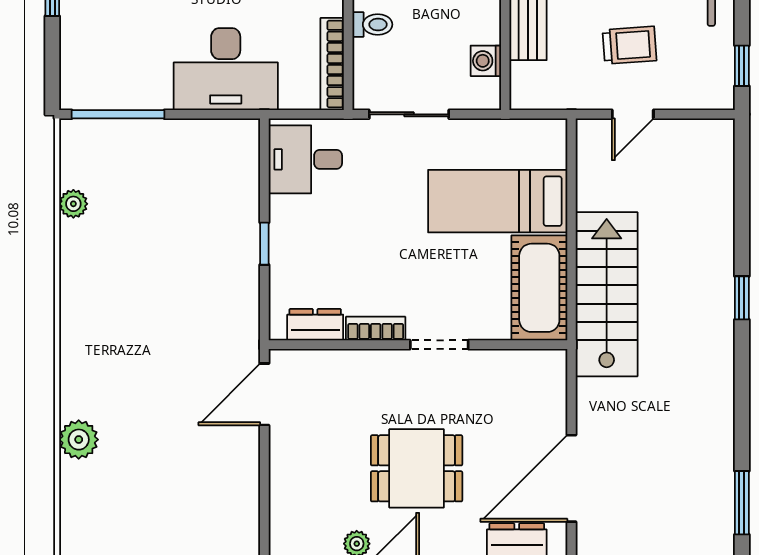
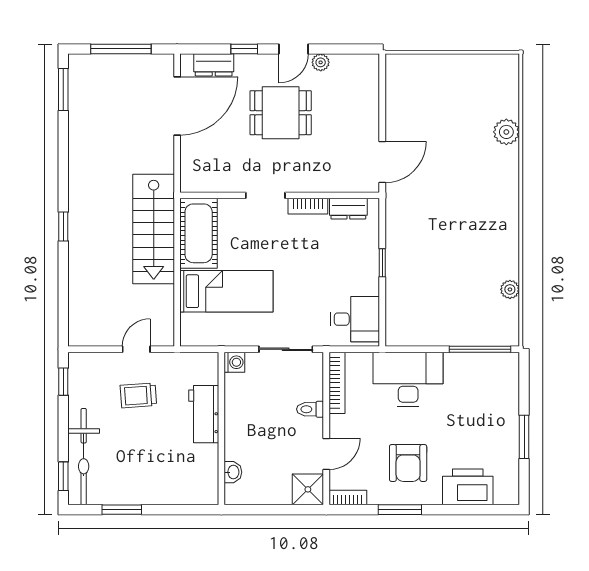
washing machine: (486, 61) -> (234, 362), moved

